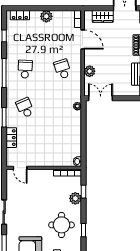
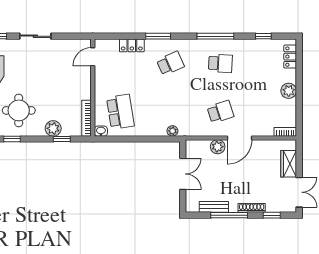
door: (83, 40) -> (240, 138), moved
double door: (101, 98) -> (183, 174), moved
school desk: (63, 146) -> (120, 112), added

